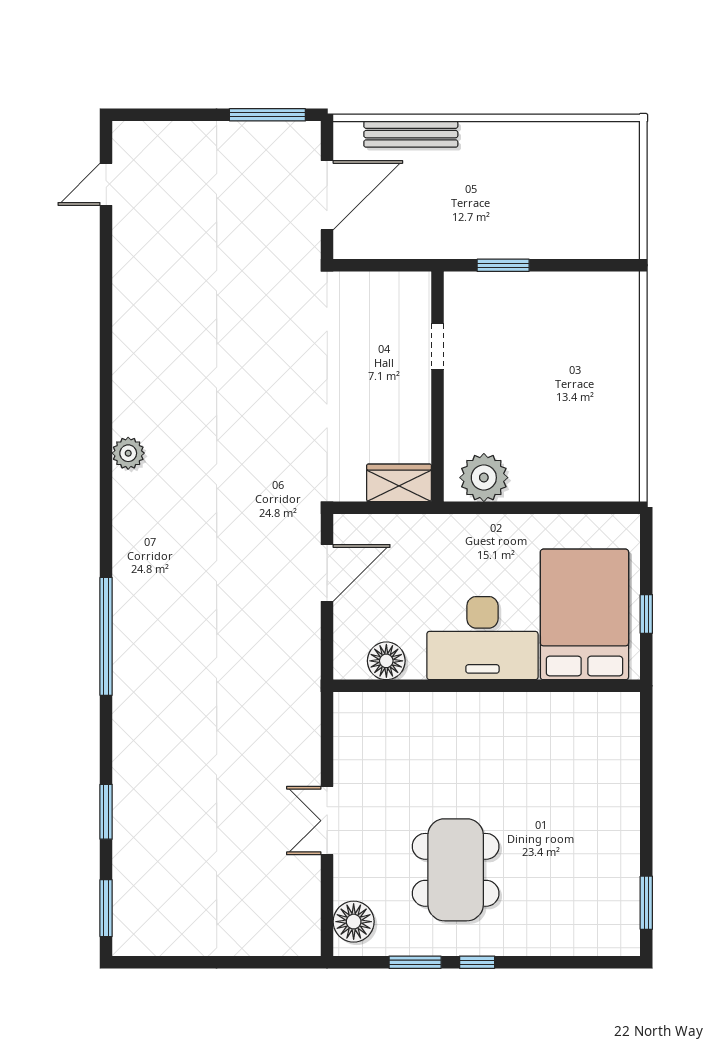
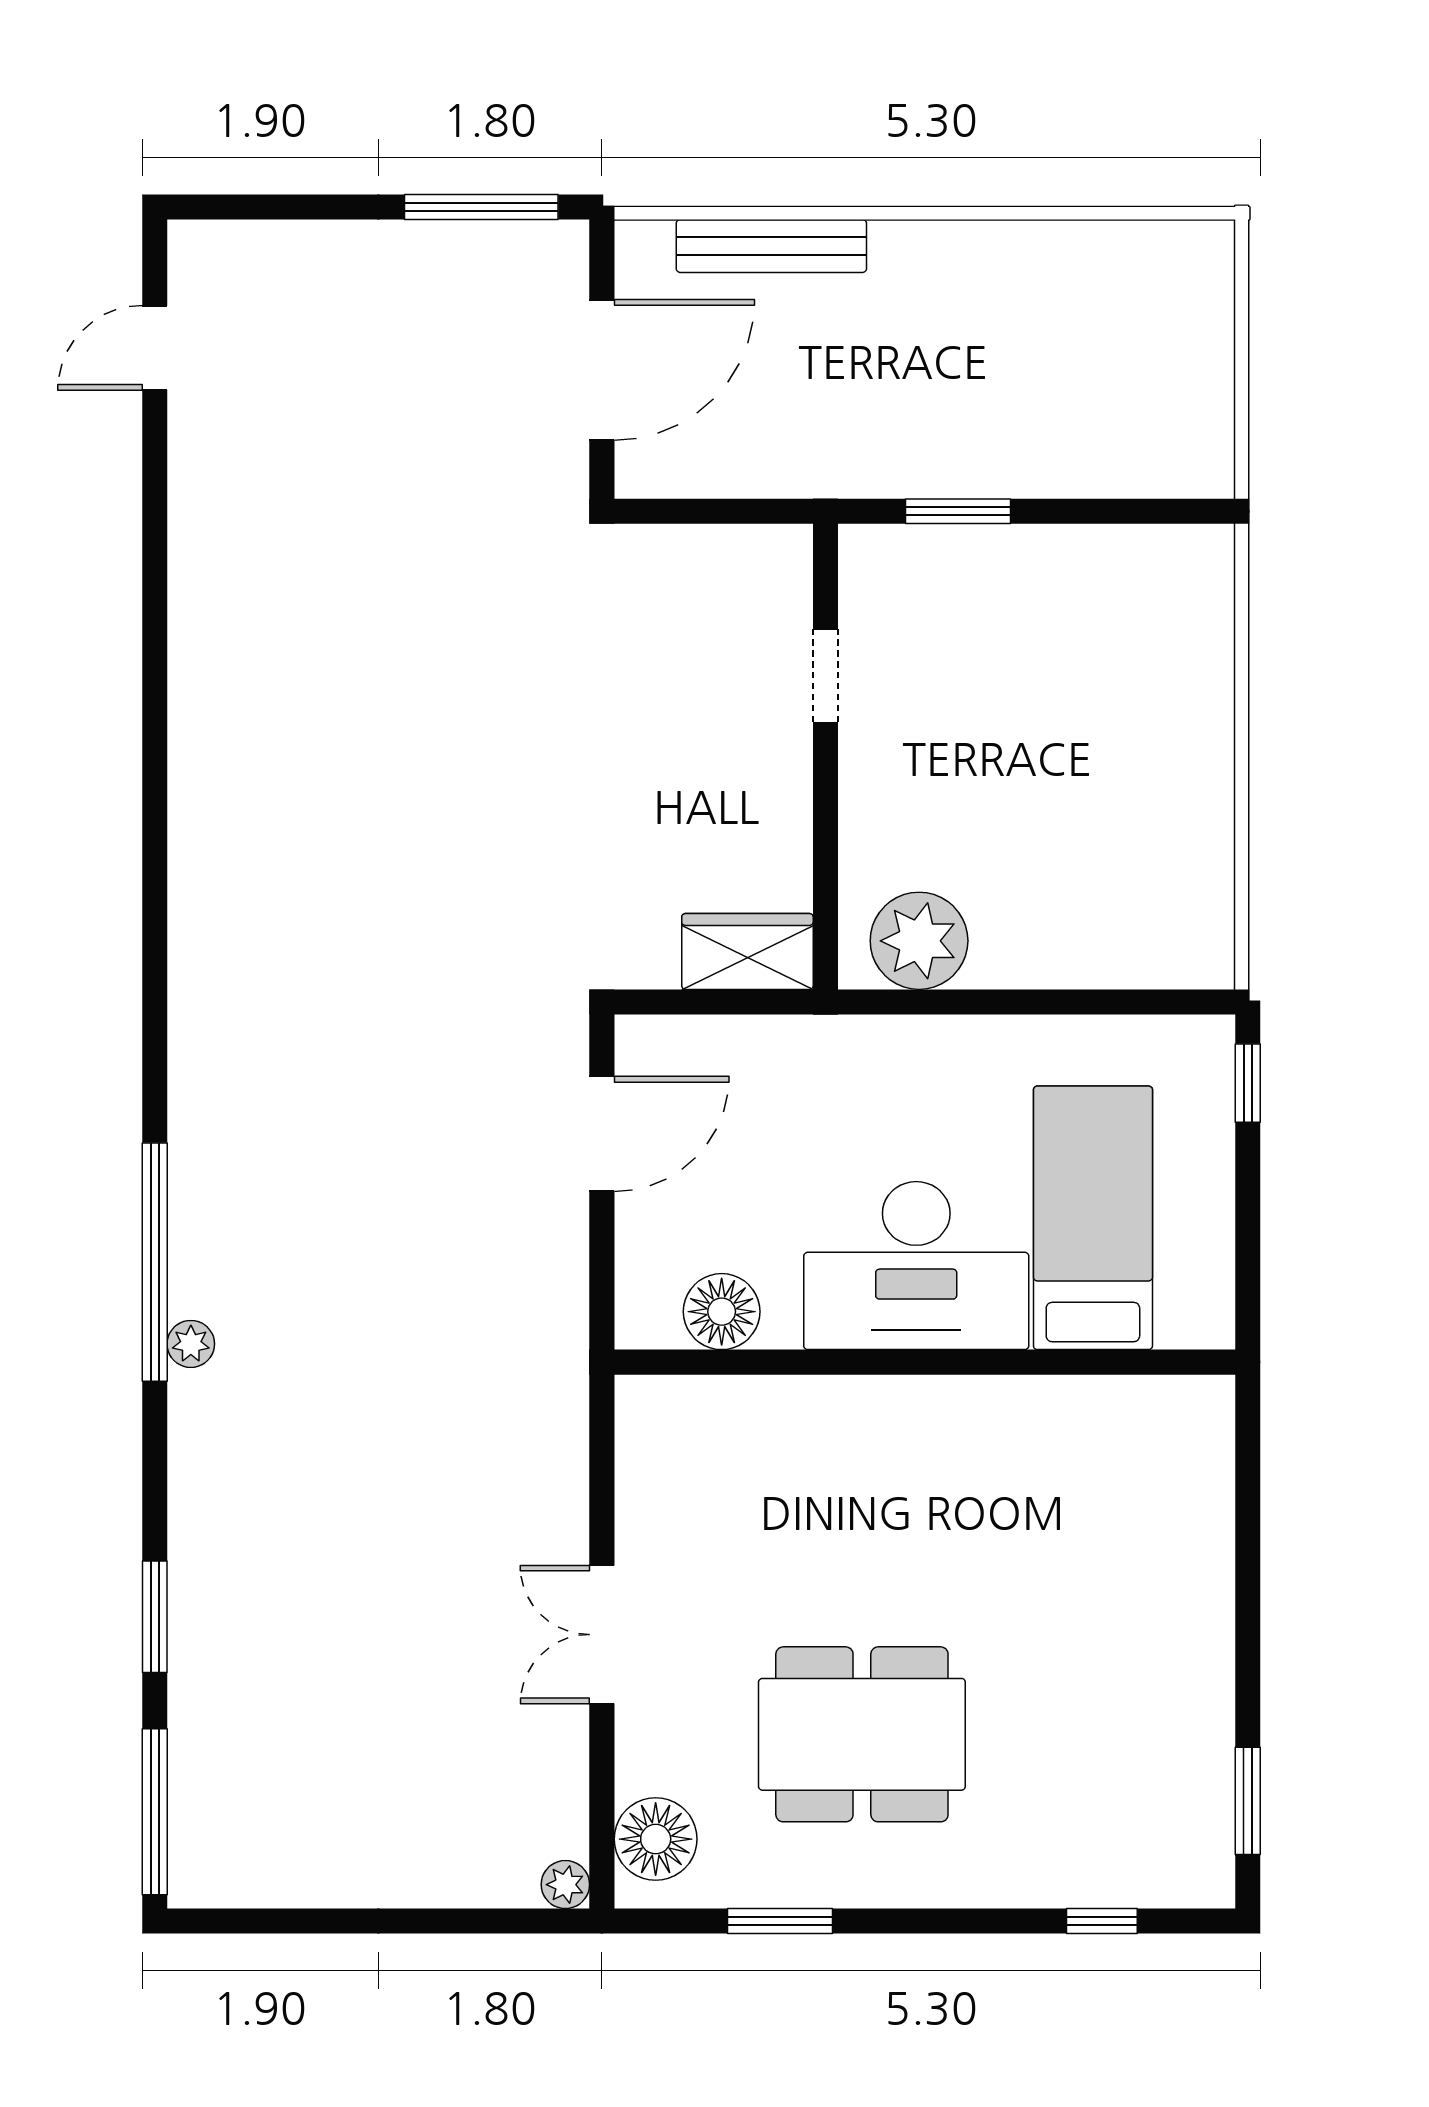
plant: (128, 453) -> (191, 1344), moved, width x0.73, depth x0.73
bed: (584, 614) -> (1093, 1218), width x0.67
window: (646, 614) -> (1248, 1083), moved
dining table: (456, 870) -> (862, 1734), turned 90
window: (106, 908) -> (155, 1812), width x1.44
plant: (309, 944) -> (565, 1885), added
window: (477, 962) -> (1102, 1921), moved

